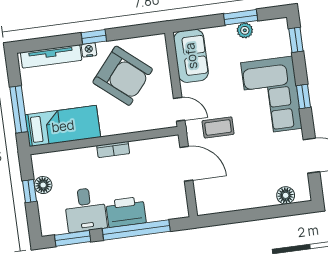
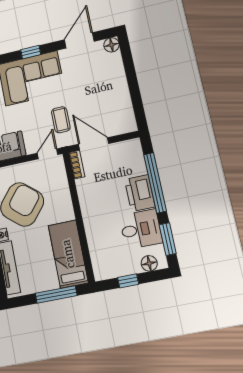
bookcase: (113, 150) -> (77, 165), moved
door: (186, 164) -> (94, 144), hinge flipped
floor lamp: (43, 185) -> (149, 263), moved
floor lamp: (286, 195) -> (111, 45), moved

